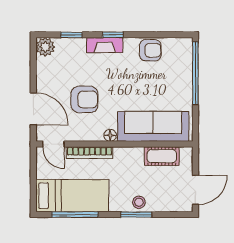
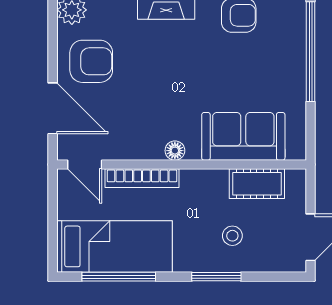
armchair: (84, 100) -> (91, 61), moved
sofa: (153, 126) -> (243, 136), width x0.73
stool: (139, 202) -> (232, 236), moved

